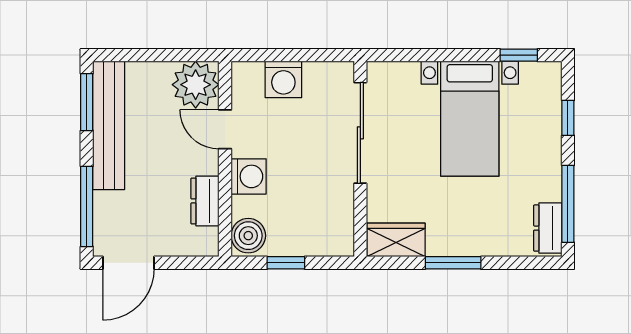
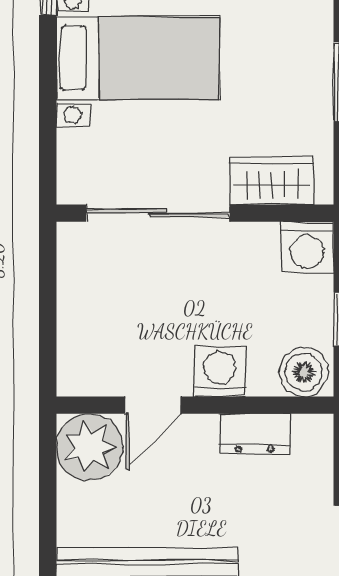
washing machine: (283, 79) -> (307, 248), moved, turned 90
wardrobe: (396, 240) -> (272, 181), moved, turned 90

